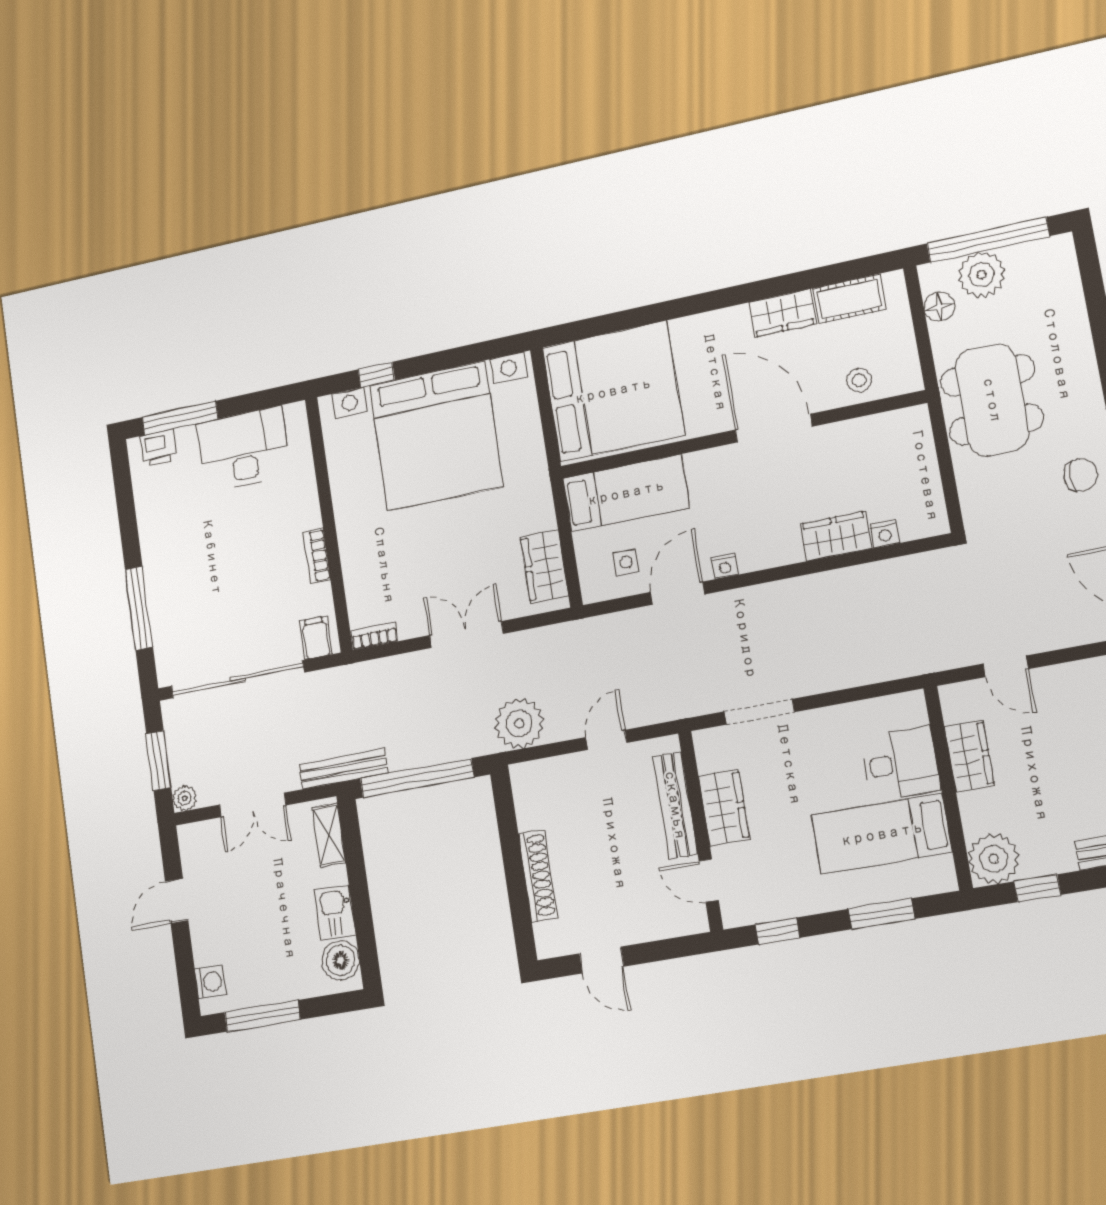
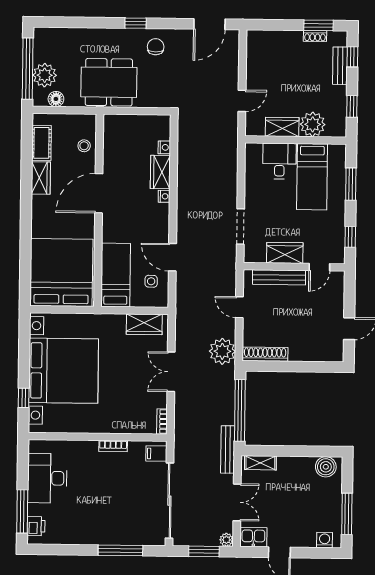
nightstand: (725, 566) -> (164, 196), moved
plant: (994, 859) -> (313, 124), moved
shoe rack: (538, 876) -> (265, 354), moved
kitchen sink: (335, 913) -> (253, 537), moved, turned 180

